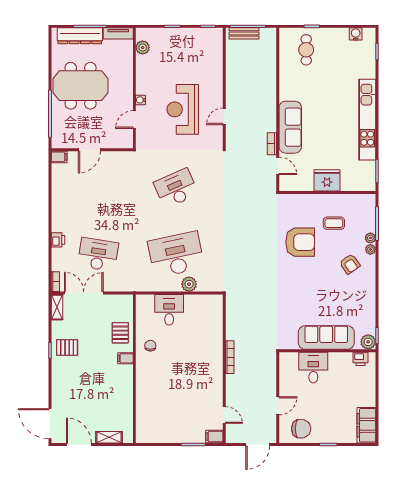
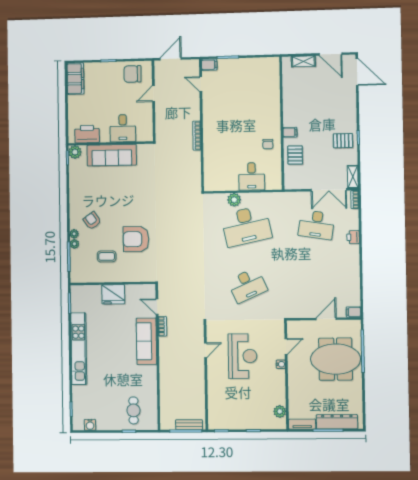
meeting table: (81, 86) -> (336, 359), moved
printer: (360, 359) -> (87, 134), width x1.87, depth x1.48

